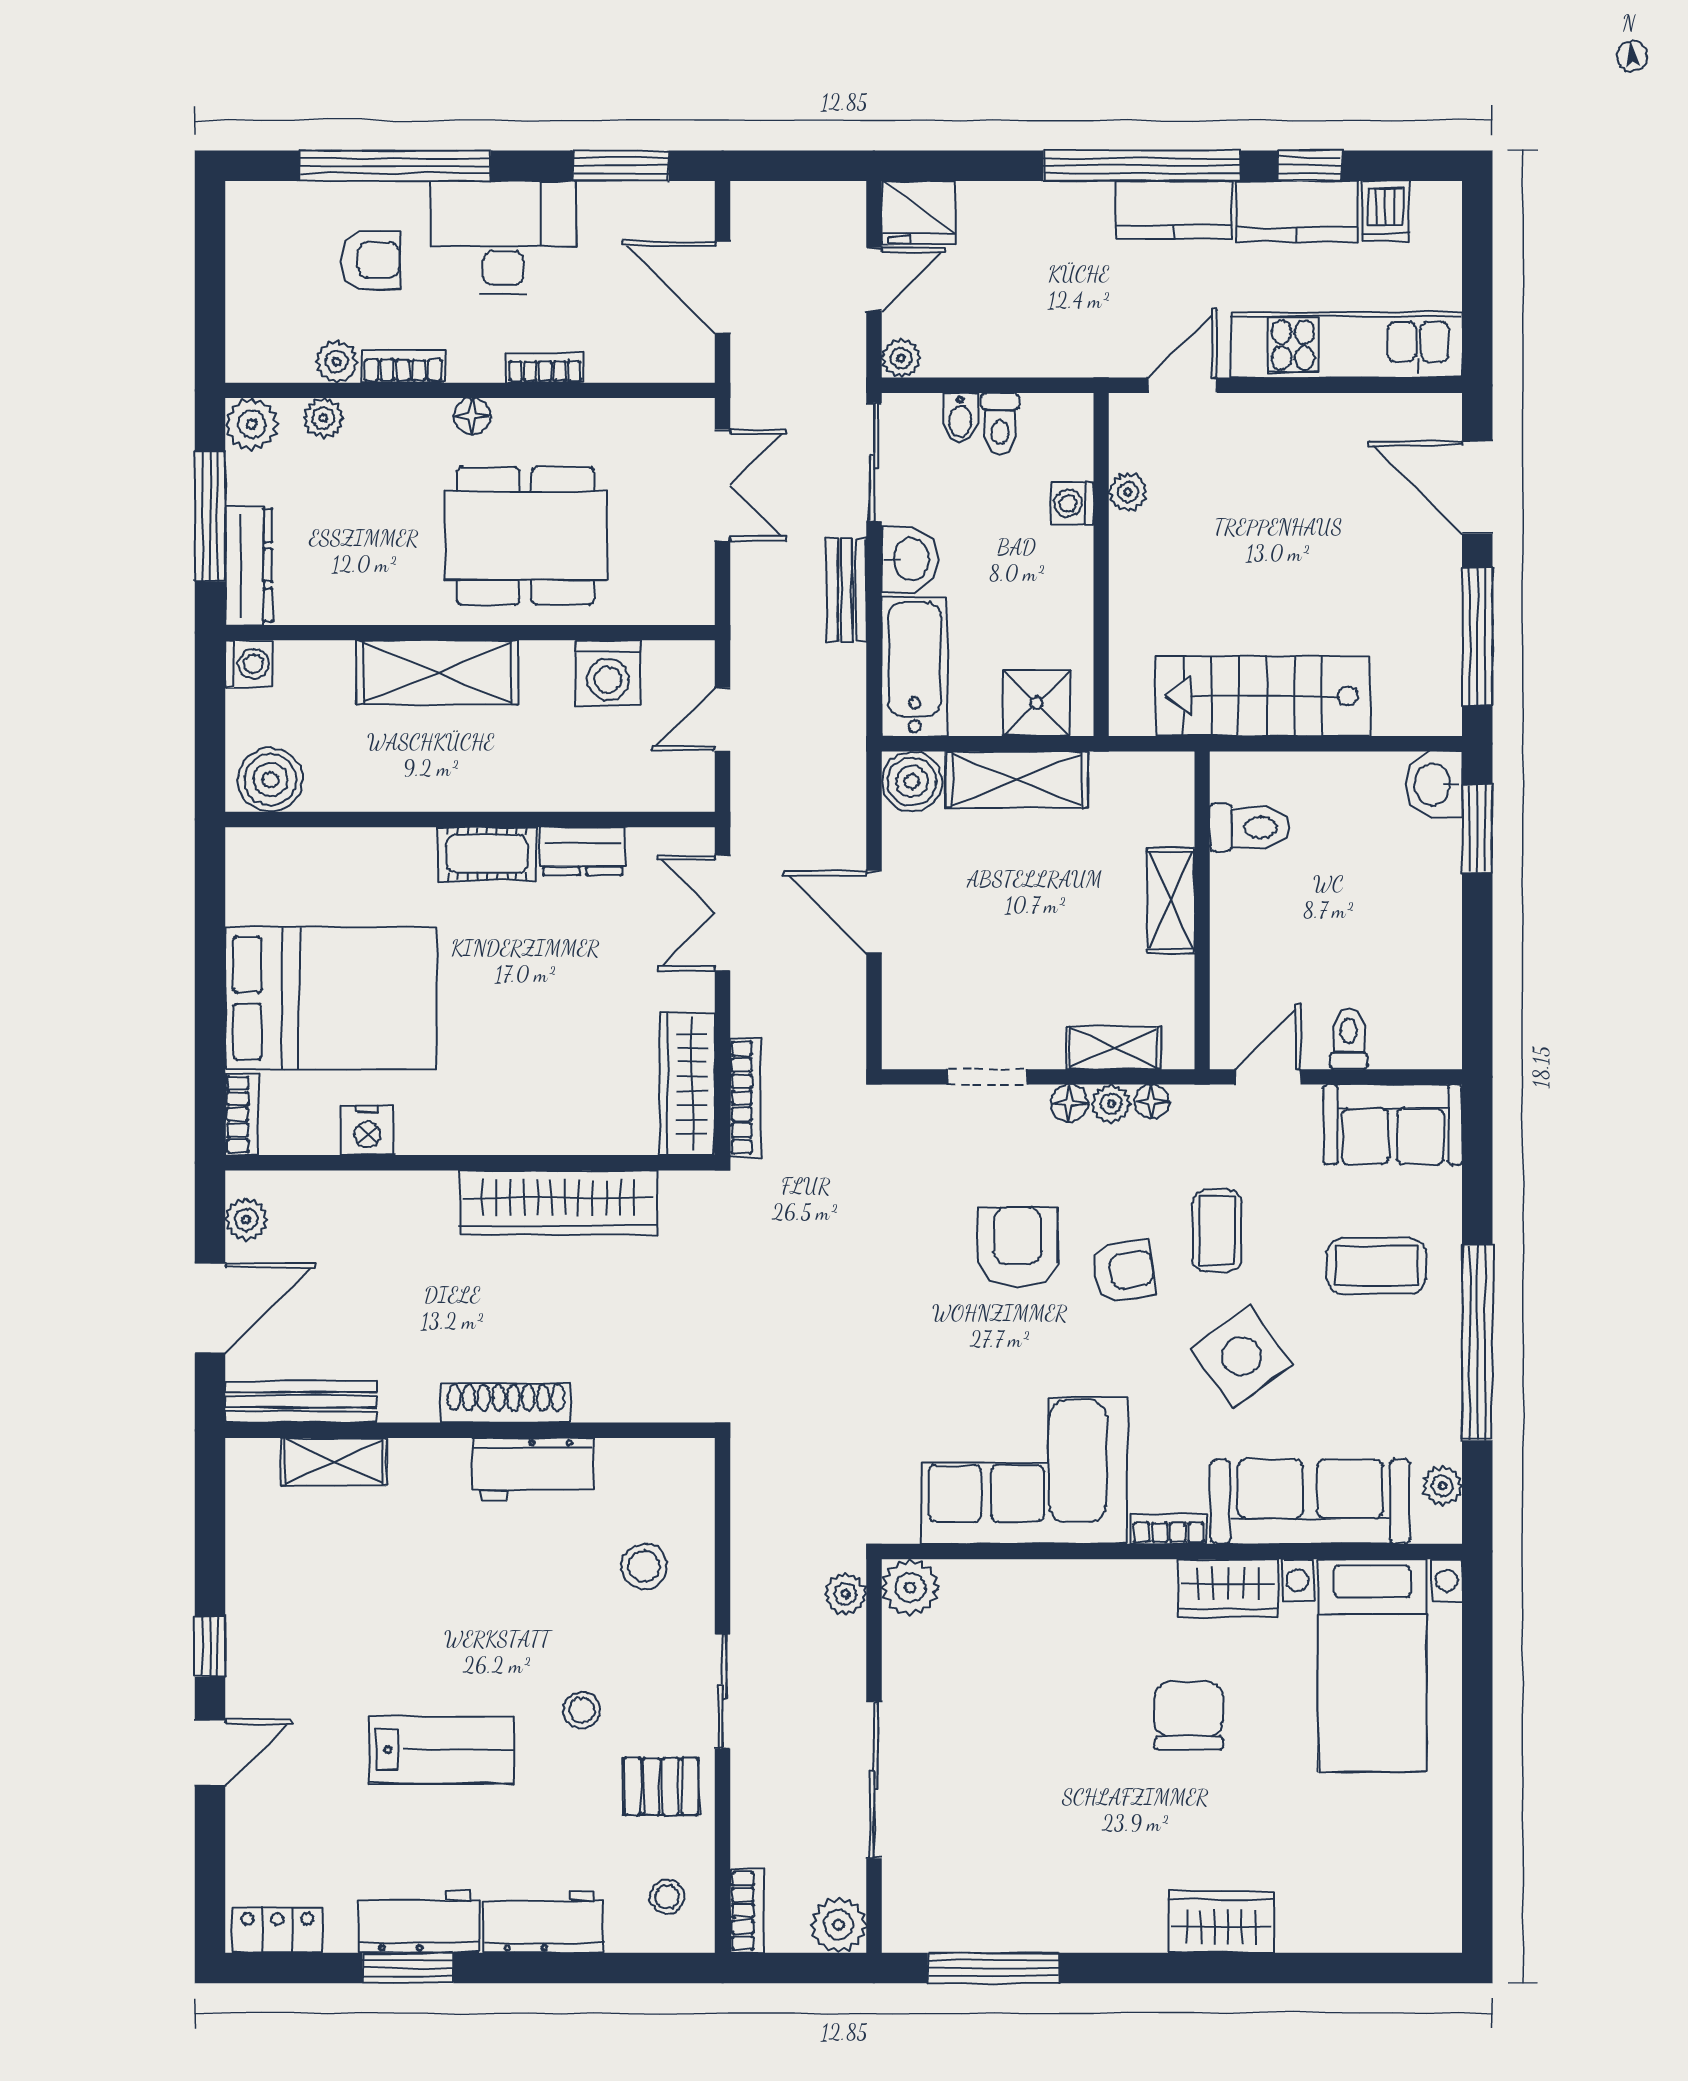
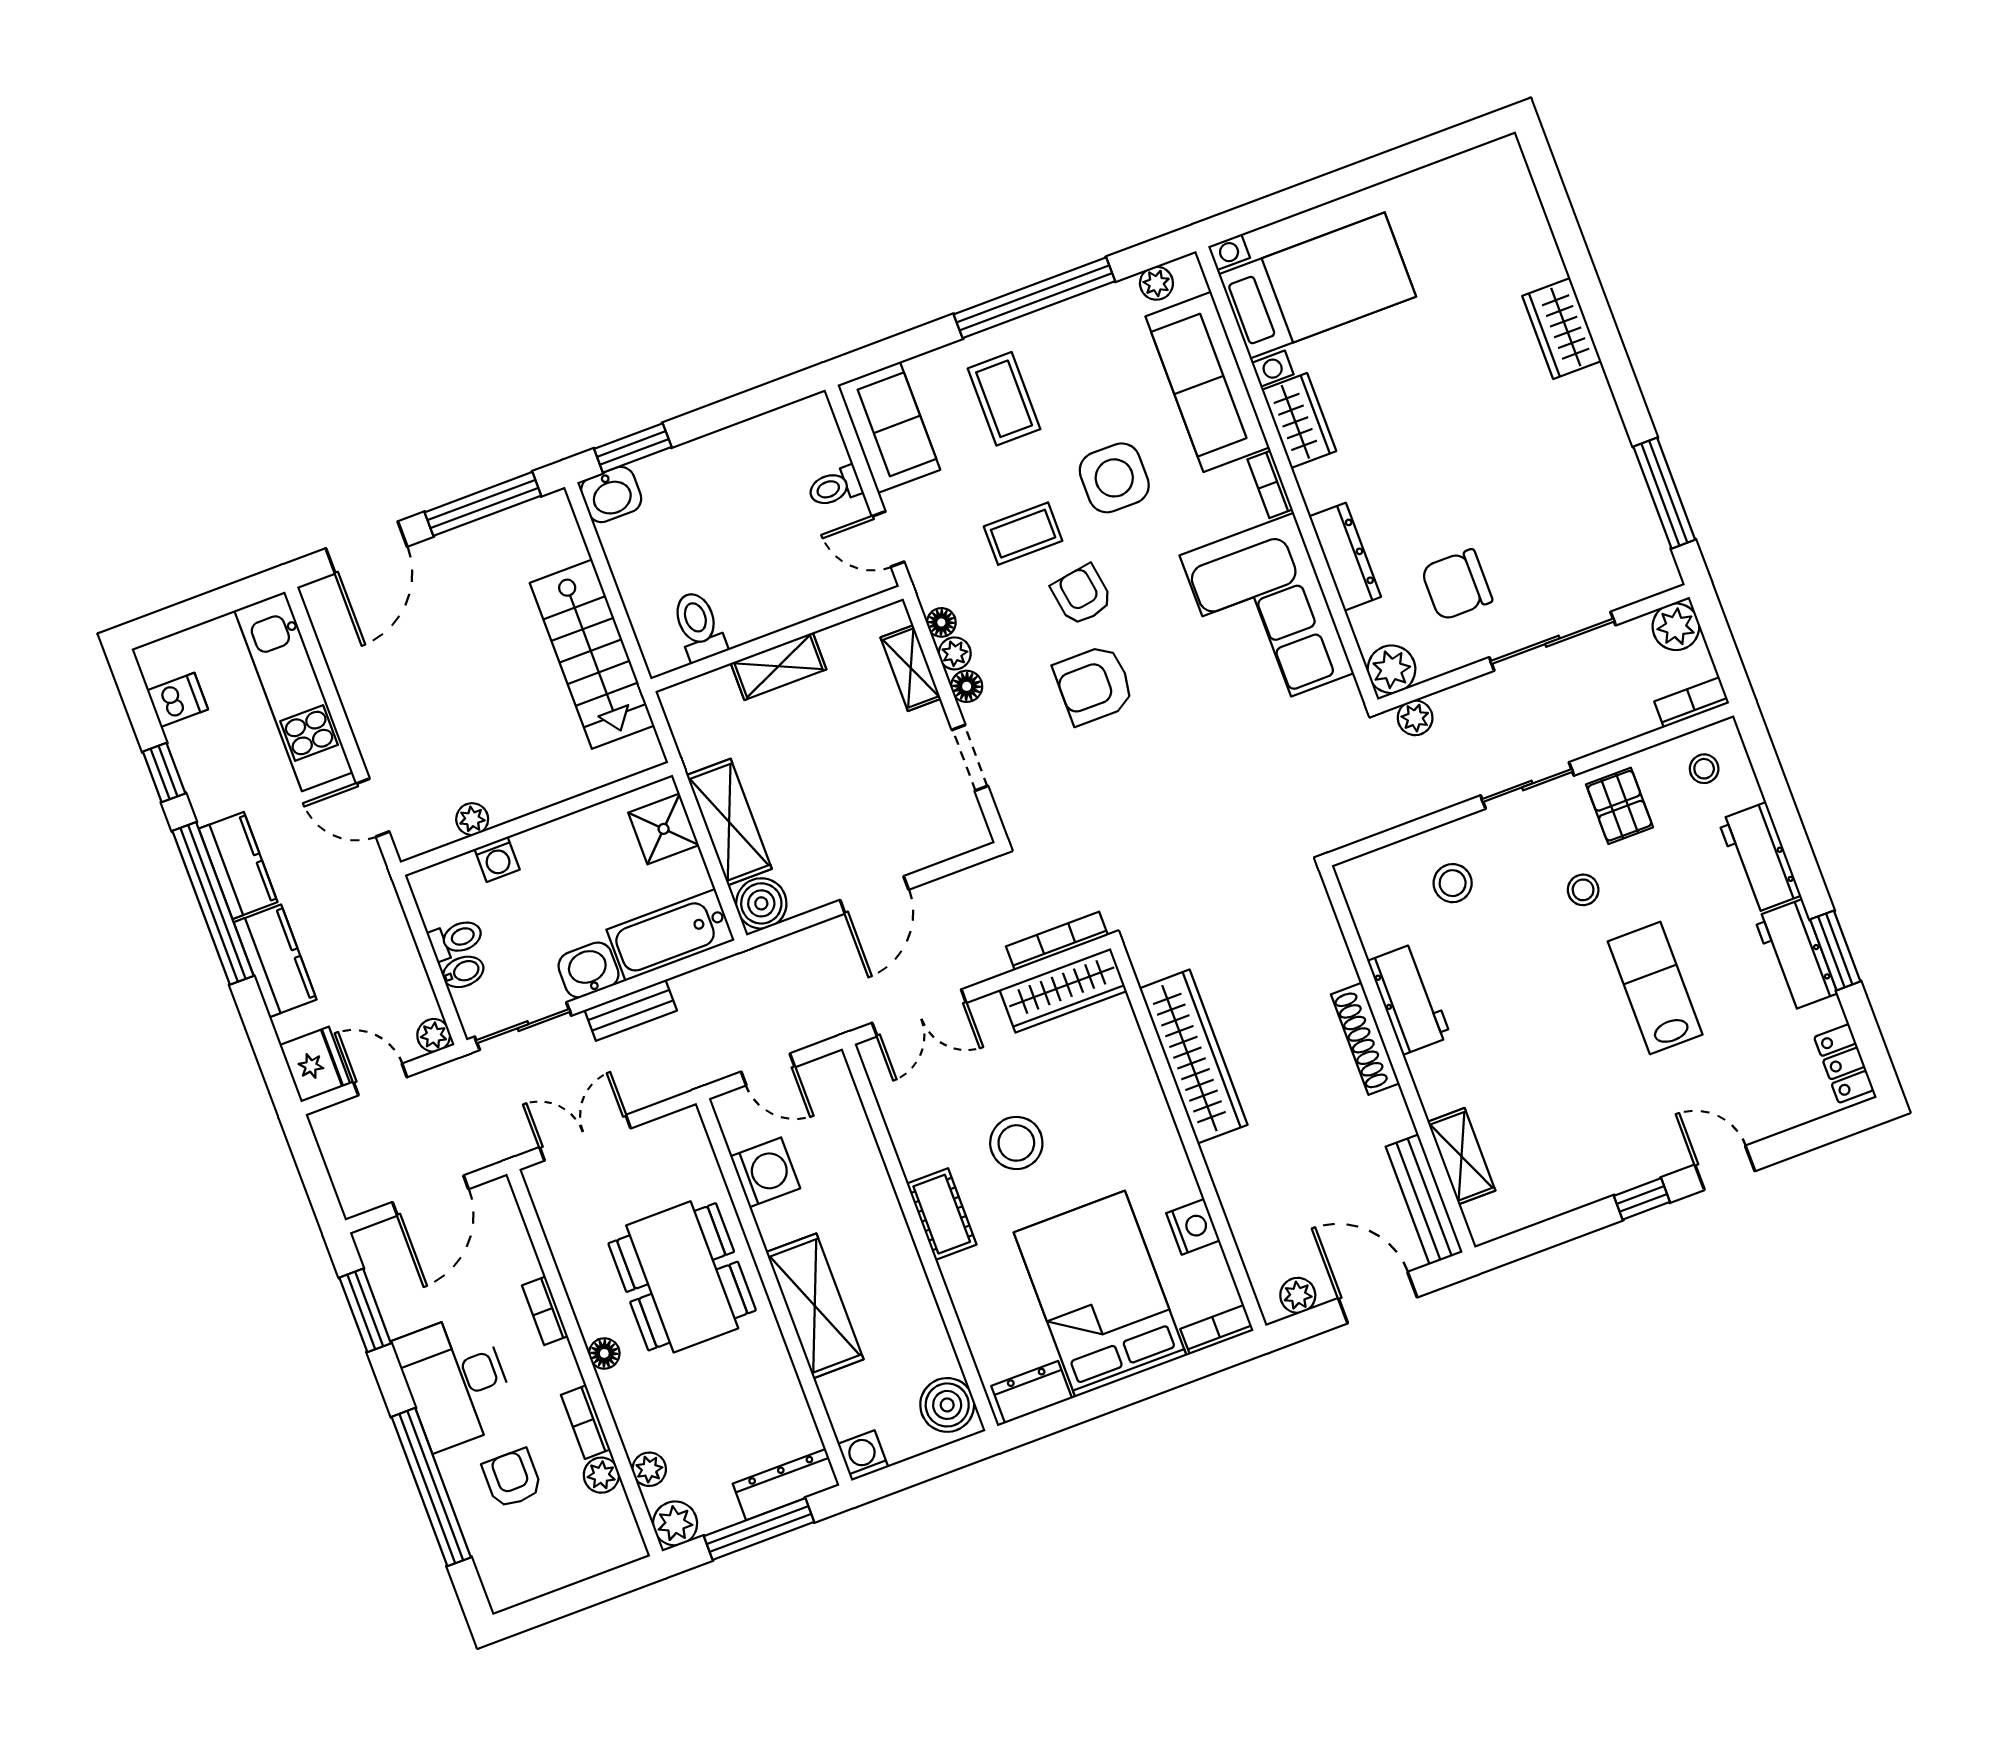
kitchen counter: (1297, 211) -> (275, 961), moved
dresser: (583, 851) -> (1032, 1392), moved, turned -90
stool: (536, 967) -> (1016, 1143), added
side table: (1241, 1357) -> (1114, 478), turned 36
dresser: (1056, 1583) -> (1345, 557), added
chair: (1189, 1716) -> (1457, 585), moved

